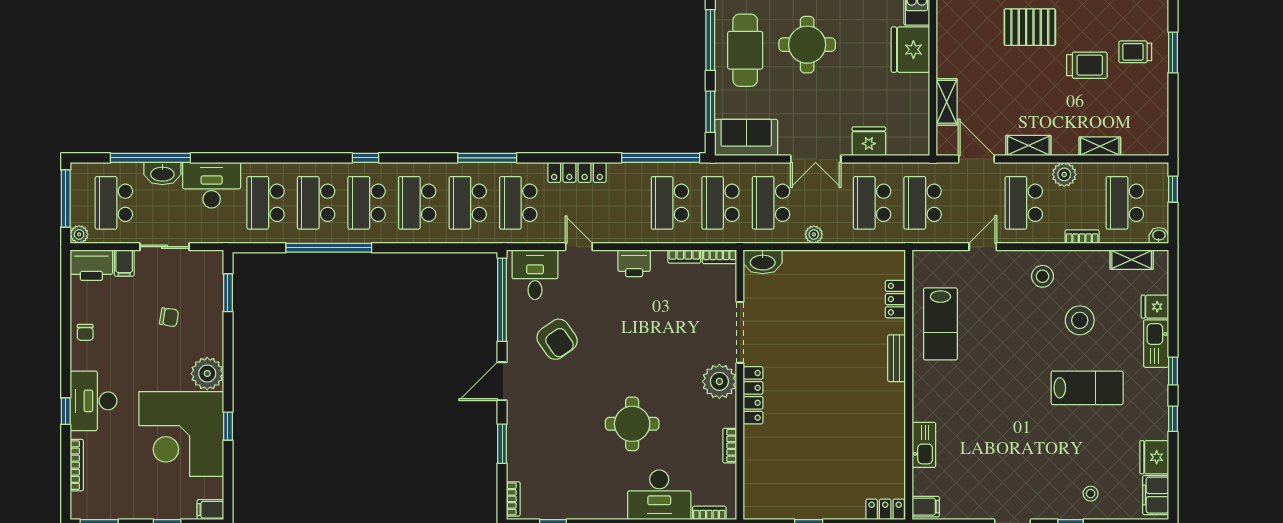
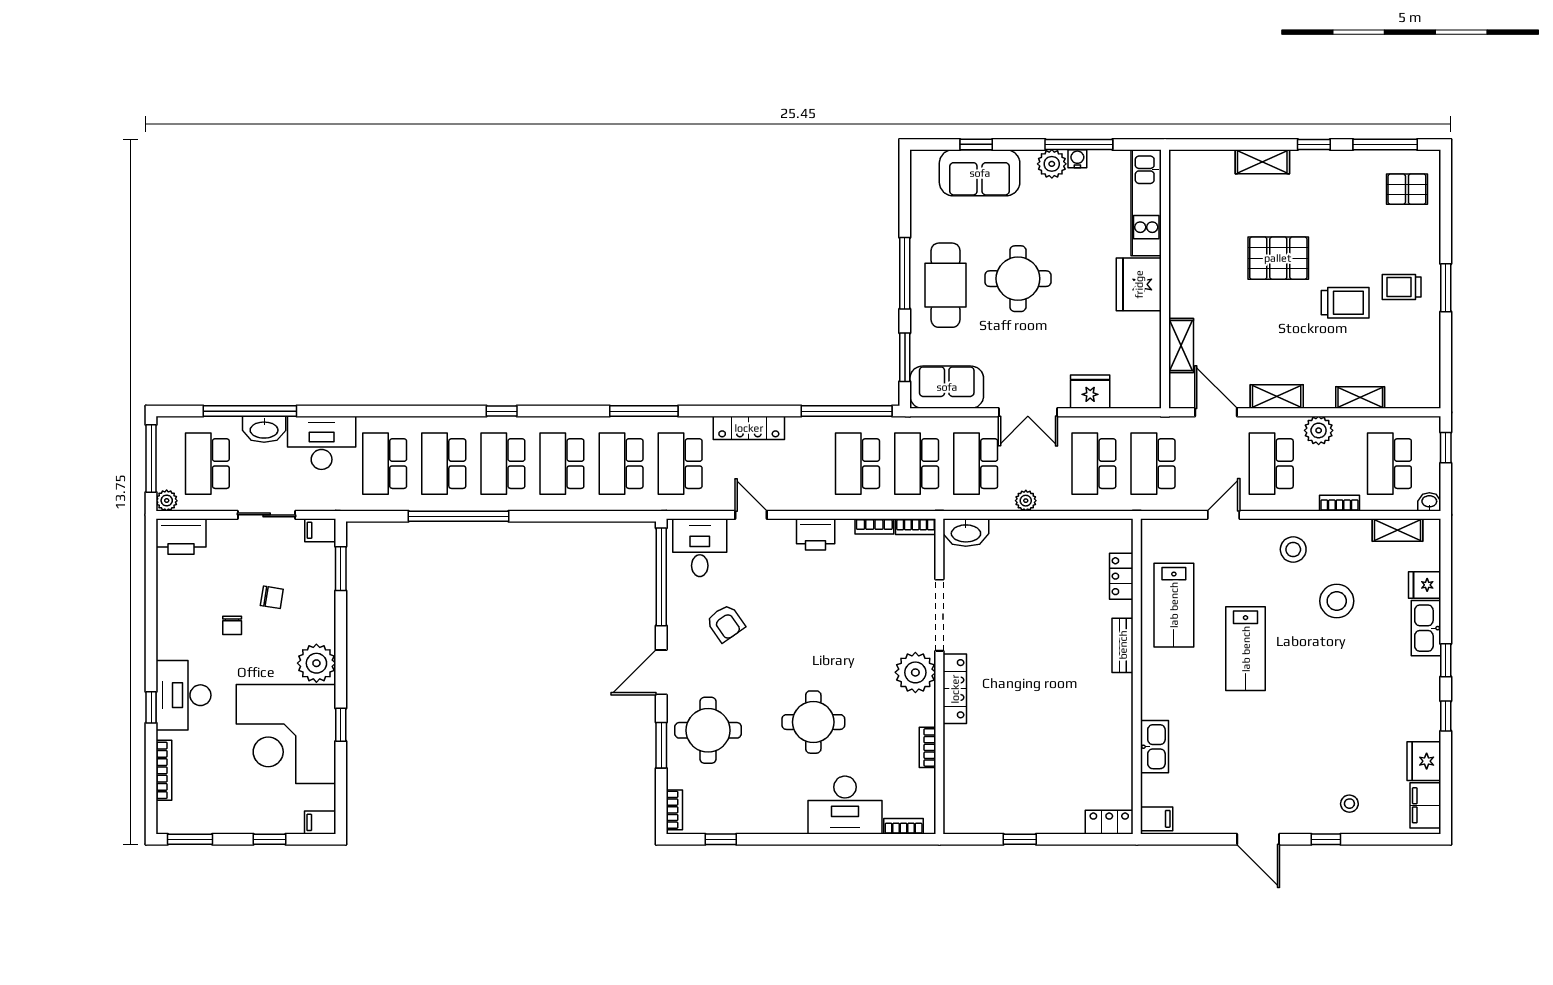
filing cabinet: (124, 263) -> (320, 530), moved, turned 90
chair: (85, 332) -> (232, 625), moved
armchair: (557, 339) -> (726, 623), width x0.72, depth x0.72
lab bench: (1087, 388) -> (1246, 649), moved, turned 90
round table: (542, 431) -> (708, 730), added

